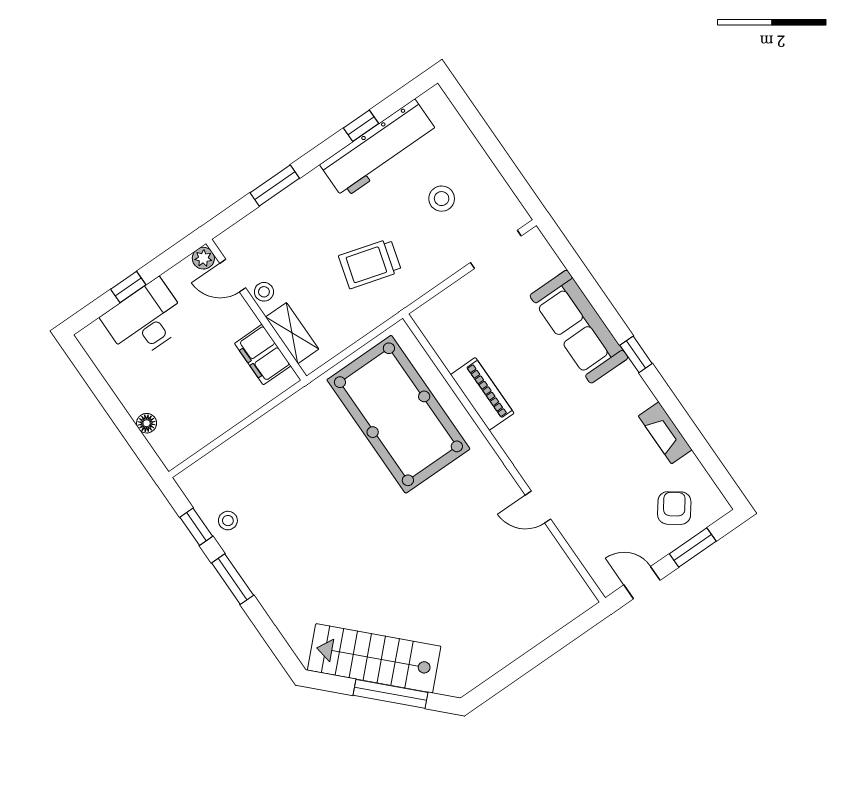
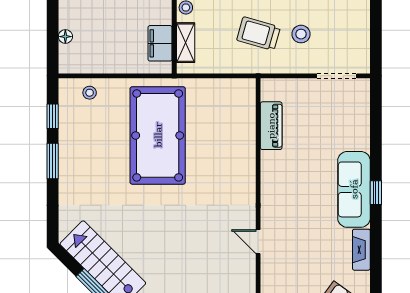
stool: (442, 199) -> (301, 34), moved
sofa: (579, 327) -> (354, 189), moved
piano: (482, 394) -> (271, 126), moved
pool table: (398, 414) -> (158, 135), moved
stool: (228, 521) -> (90, 93), moved

